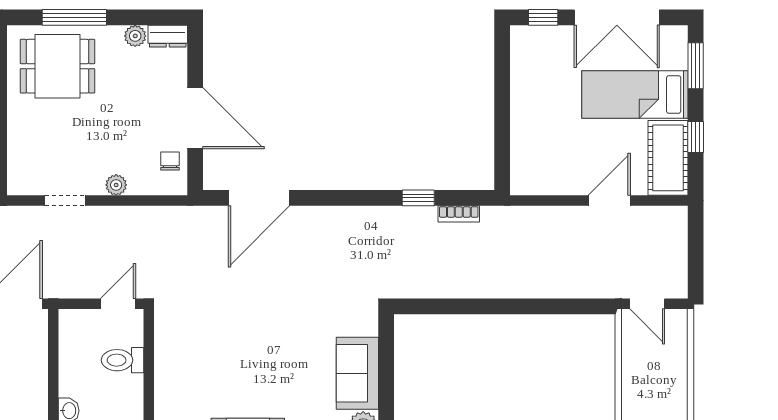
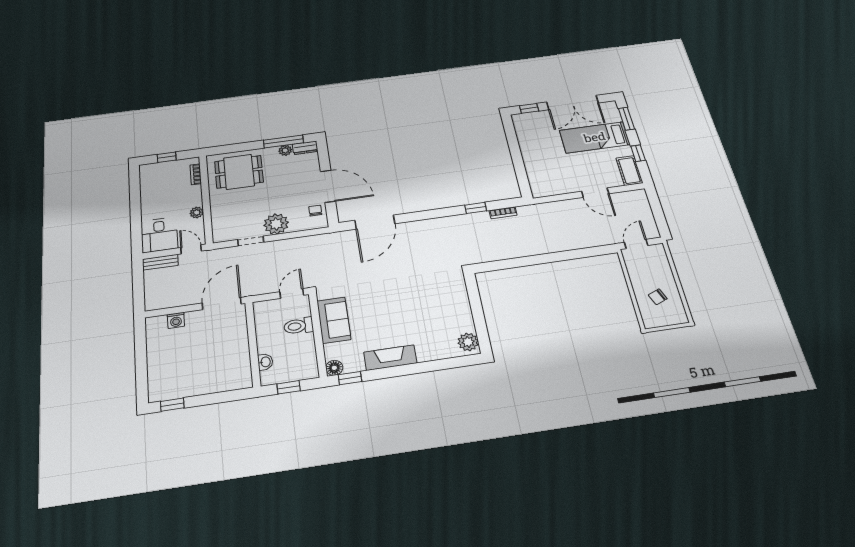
window: (74, 17) -> (283, 141), moved
cot: (668, 158) -> (629, 170), width x0.73, depth x0.75
plant: (116, 185) -> (276, 224), width x1.88, depth x1.88
door: (609, 201) -> (595, 193), swing flipped
door: (647, 304) -> (636, 244), swing flipped
sofa: (357, 373) -> (334, 320), moved, turned 180
chair: (654, 399) -> (658, 297), added

